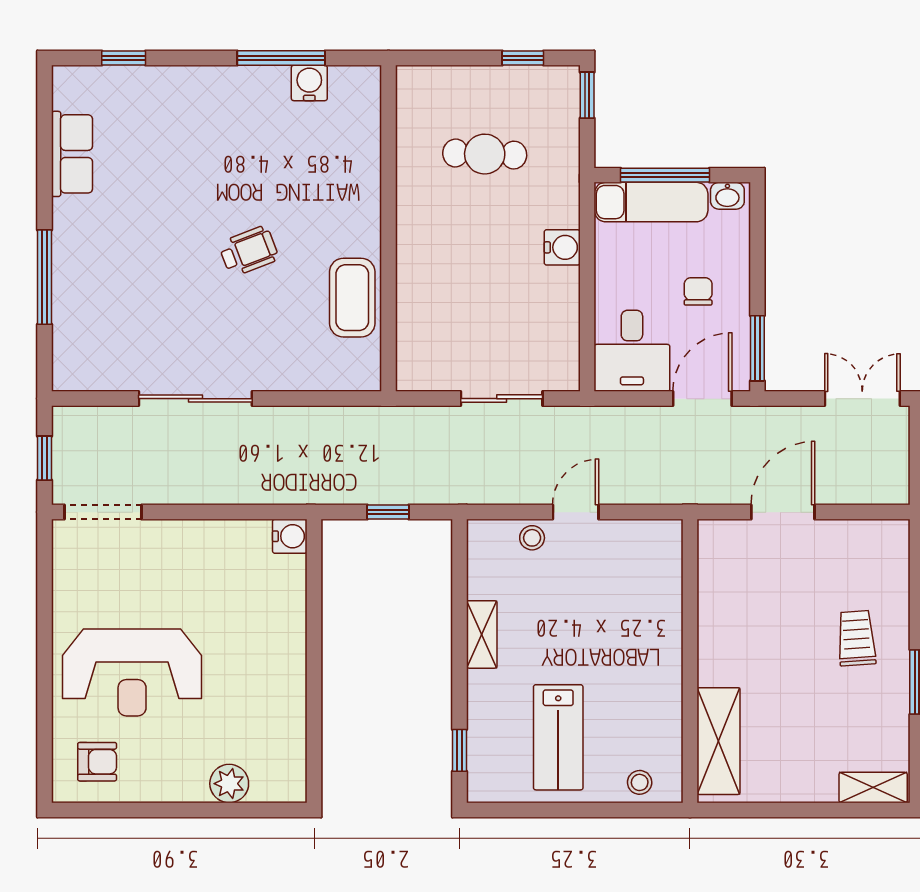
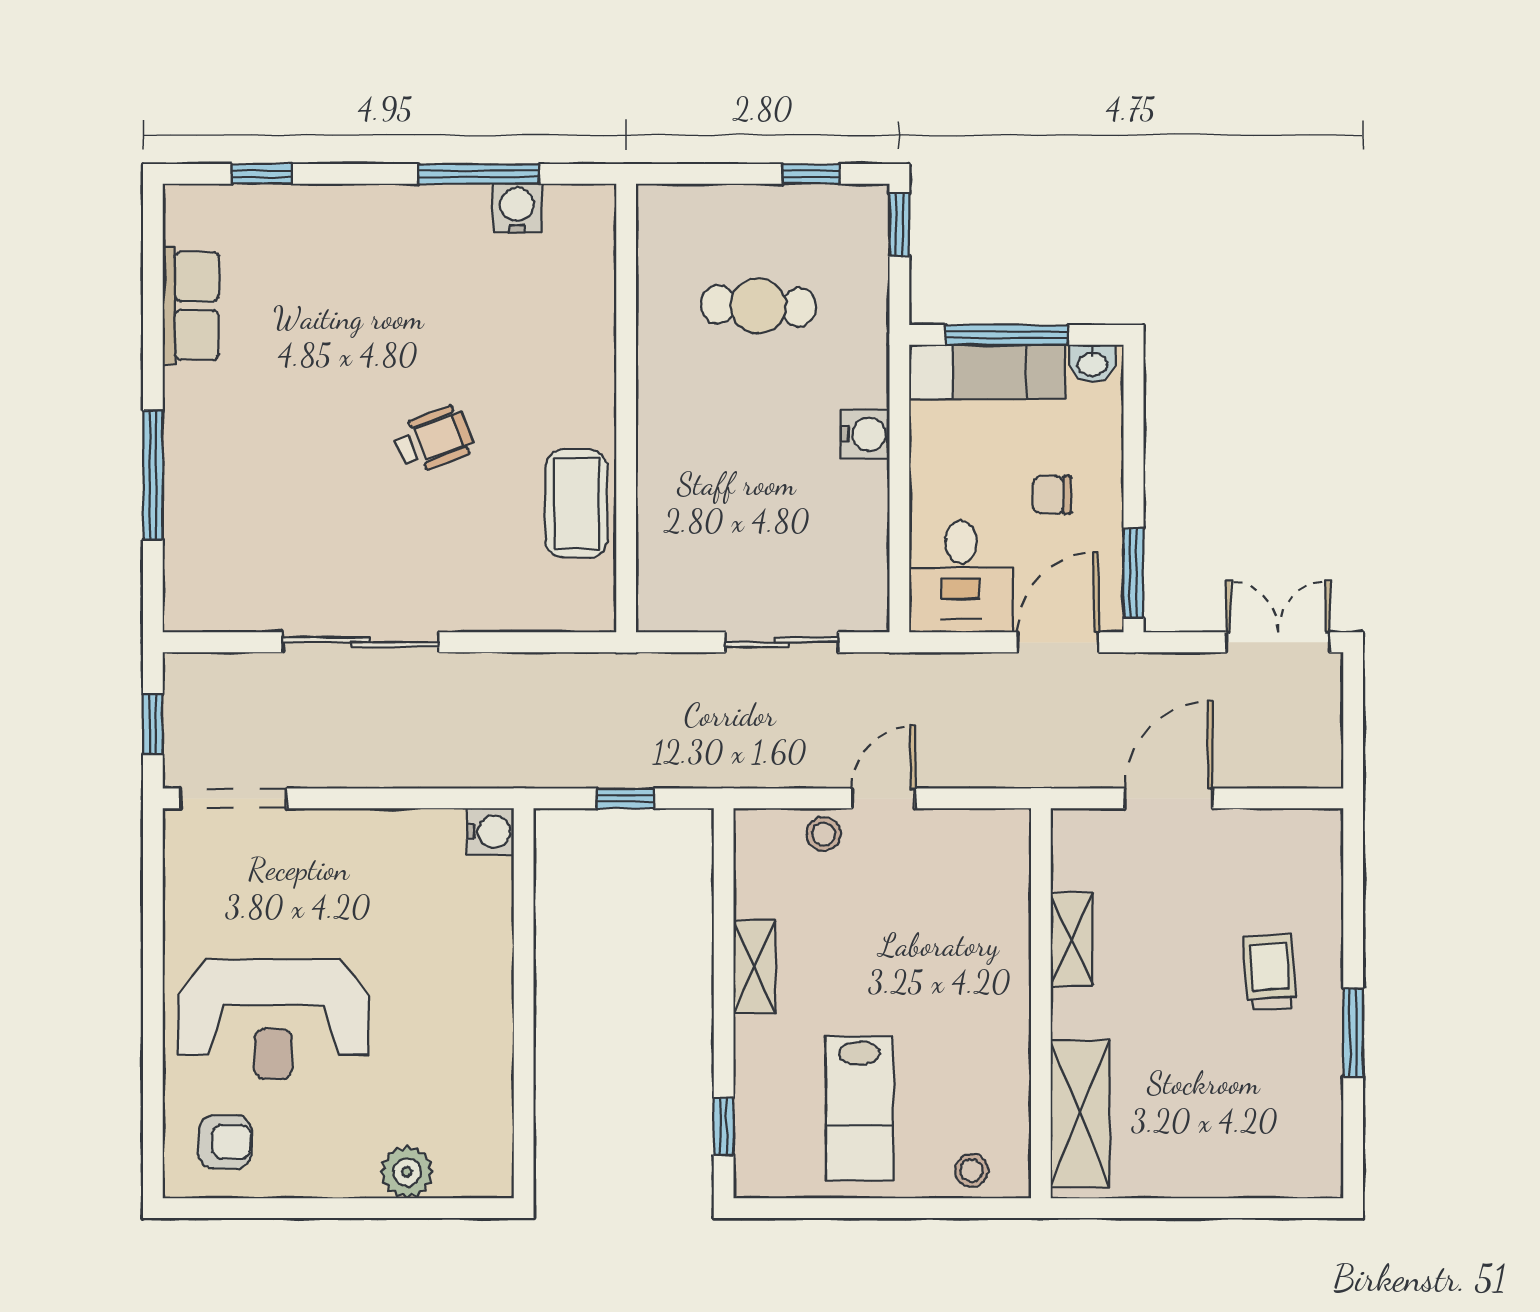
chair: (698, 291) -> (1052, 495), turned -90
shelving: (873, 788) -> (1072, 939), moved, turned 90

